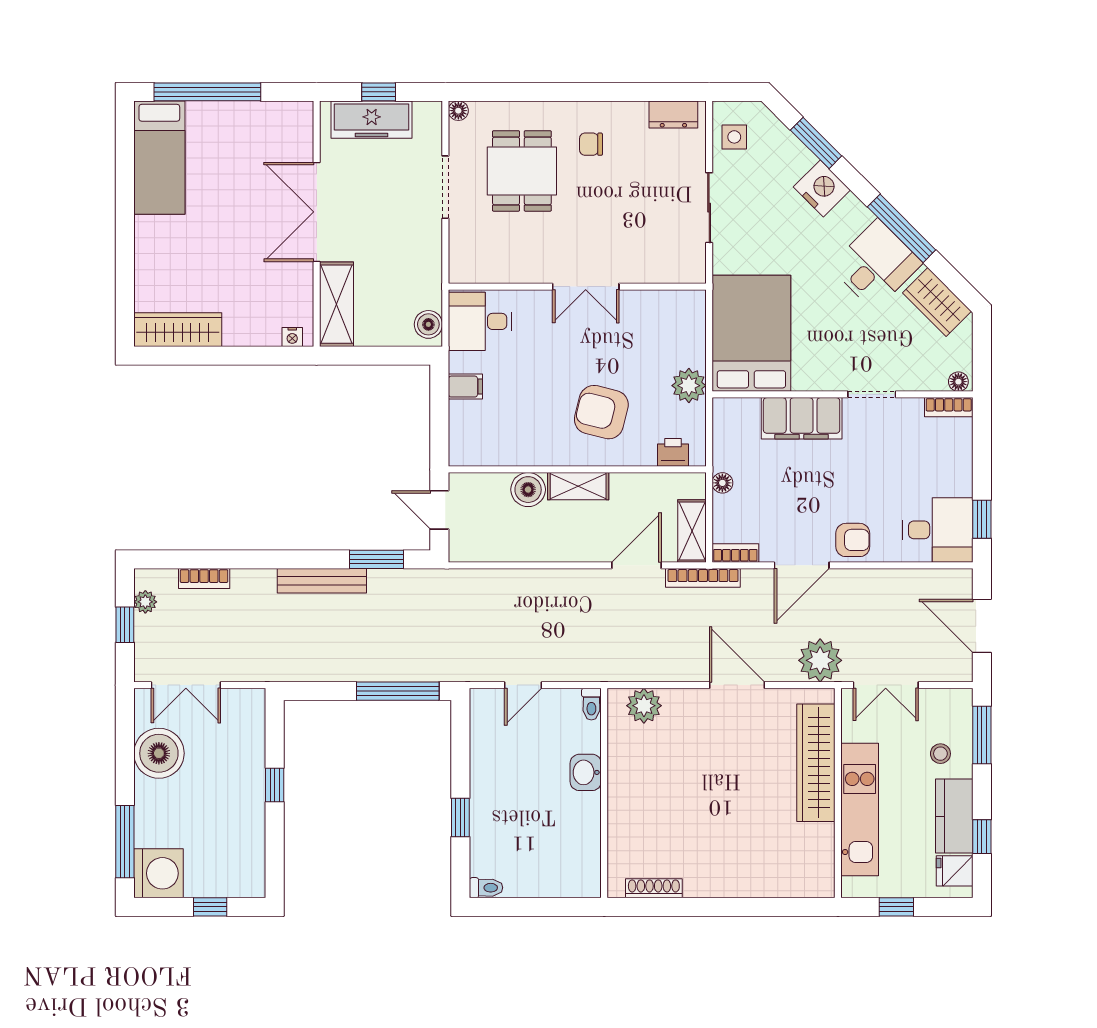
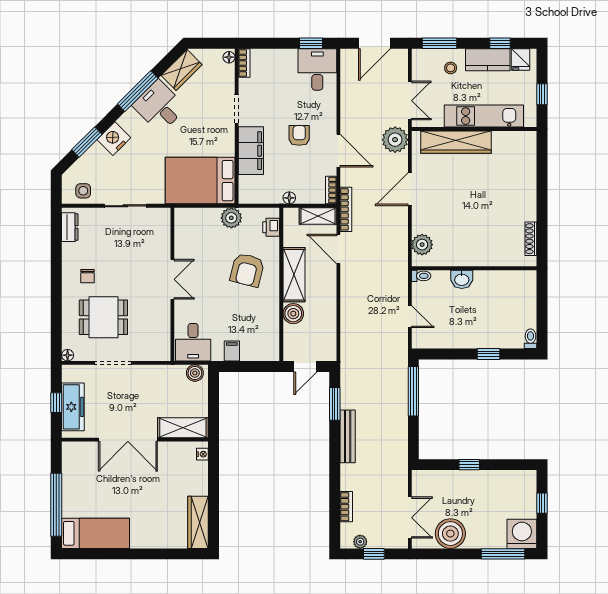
shelving: (578, 486) -> (294, 275), width x1.50, depth x1.33
armchair: (853, 540) -> (299, 135), moved

